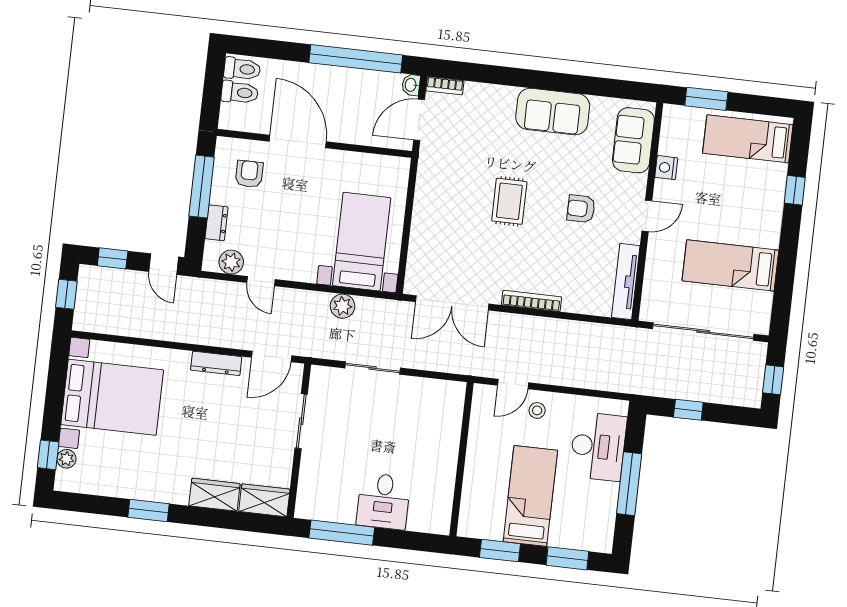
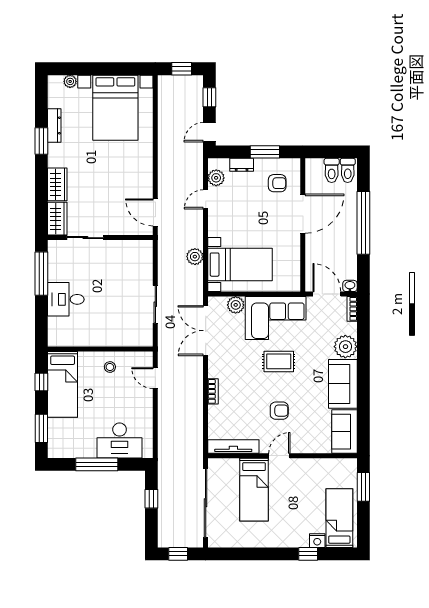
window: (356, 59) -> (363, 223), moved
plant: (499, 101) -> (345, 347), added
sofa: (633, 140) -> (344, 432), moved, turned -90
nightstand: (666, 168) -> (317, 541), moved, turned 180
window: (202, 187) -> (265, 152), width x0.69
corner sofa: (445, 198) -> (276, 318), added
armchair: (581, 209) -> (279, 411), turned 90
door: (647, 216) -> (279, 456), swing flipped
plant: (420, 255) -> (236, 305), added
bed: (730, 265) -> (254, 490), moved, turned 180
bookcase: (532, 301) -> (213, 391), width x0.64
dresser: (216, 363) -> (54, 125), moved, turned 180
sliding door: (373, 368) -> (155, 304), moved
stool: (537, 410) -> (110, 367), moved
sliding door: (301, 421) -> (85, 238), moved
window: (48, 455) -> (71, 69), removed
bed: (530, 496) -> (63, 384), moved, turned 90
window: (500, 551) -> (41, 382), width x0.67

